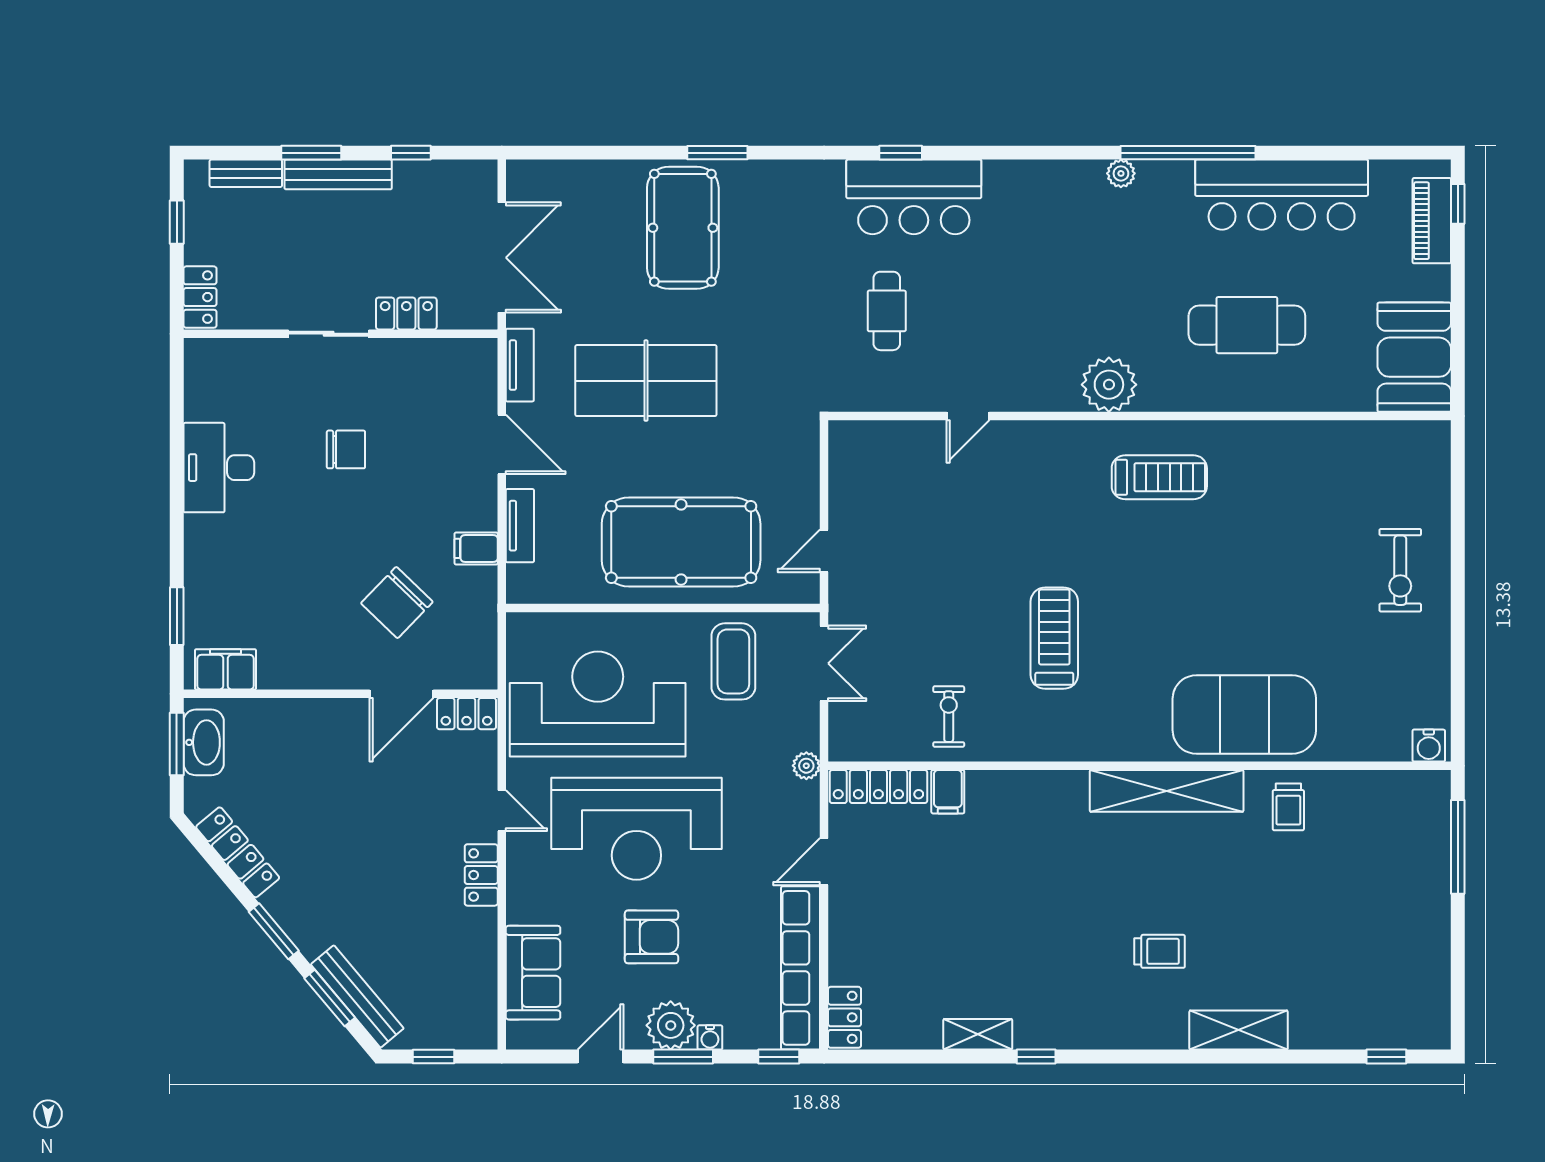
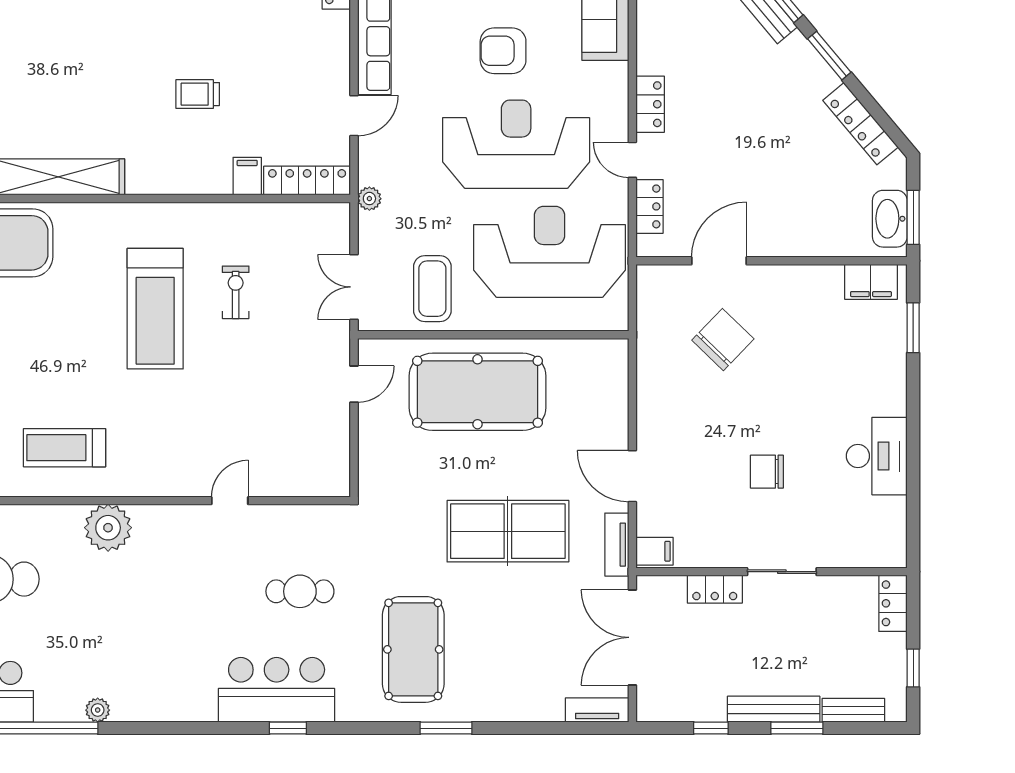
pool table: (683, 228) -> (413, 649), moved
cafe table: (887, 311) -> (300, 591), turned 90
tv unit: (520, 526) -> (597, 710), moved, turned 90
filing cabinet: (476, 548) -> (655, 551), moved
treadmill: (1054, 638) -> (155, 309), width x1.37, depth x1.38
reception desk: (598, 704) -> (550, 252), turned 180
locker: (467, 714) -> (650, 206), moved, turned 90
exercise bike: (949, 717) -> (236, 292), moved, turned 180
trolley: (1160, 951) -> (198, 94), moved

